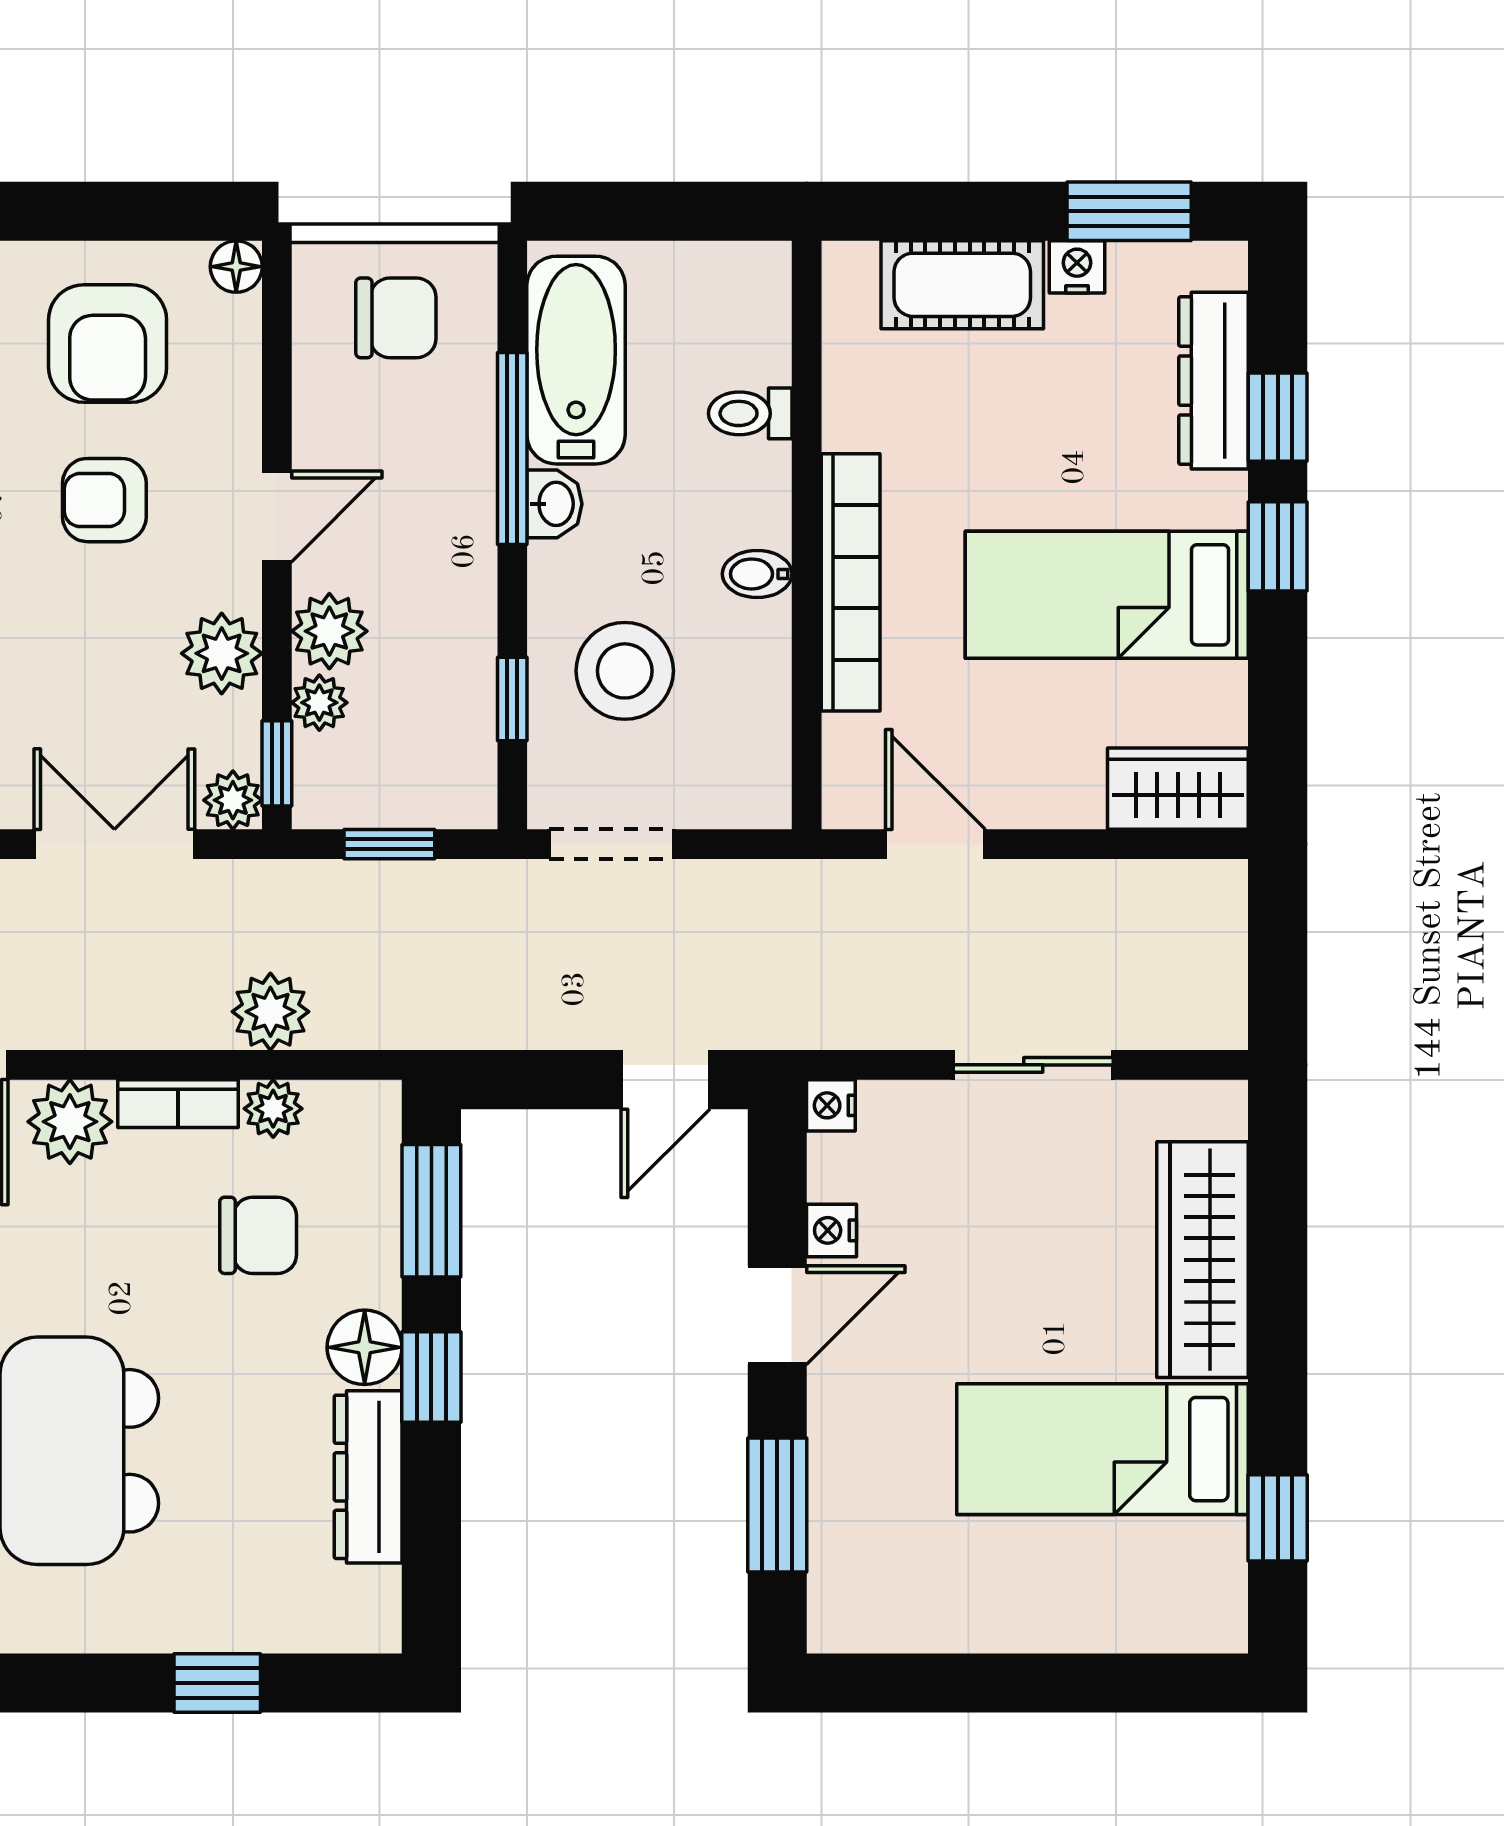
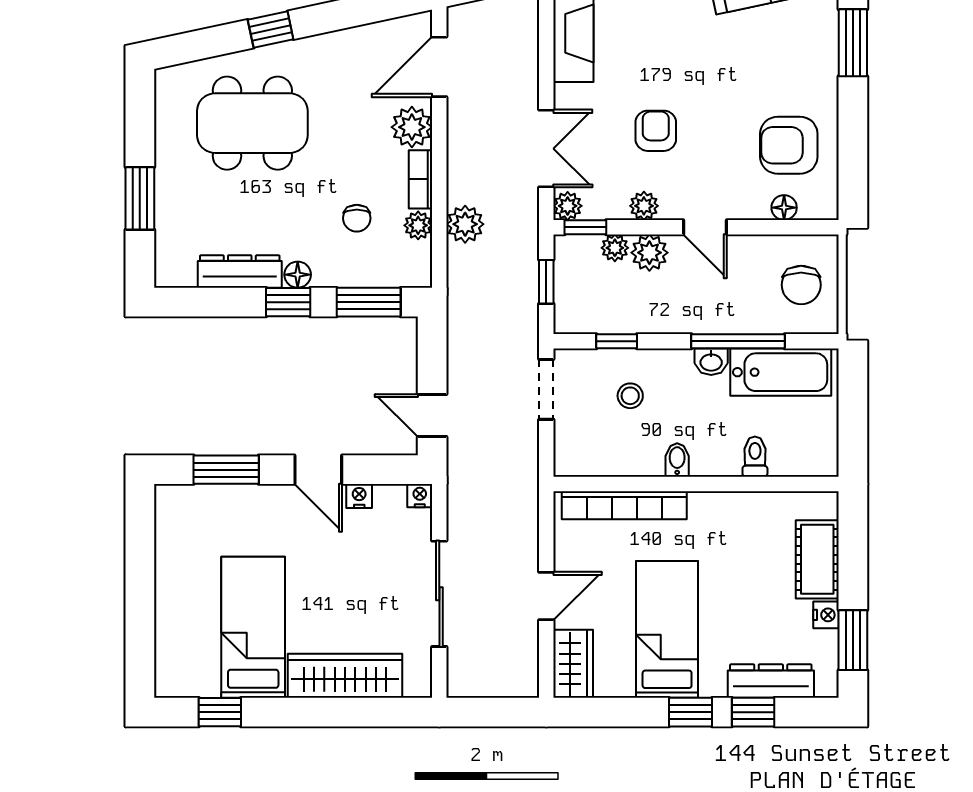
floor lamp: (236, 267) -> (784, 208), moved
armchair: (104, 500) -> (656, 131), moved
bookcase: (851, 582) -> (624, 505), moved
plant: (222, 653) -> (644, 206), width x0.73, depth x0.73
stool: (625, 671) -> (630, 396), width x0.53, depth x0.53
door: (935, 844) -> (546, 596), moved
sliding door: (1033, 1065) -> (439, 594), width x1.37
chair: (258, 1235) -> (357, 218), width x0.73, depth x0.73
floor lamp: (365, 1347) -> (298, 275), width x0.73, depth x0.73
window: (217, 1683) -> (140, 198), width x1.50

